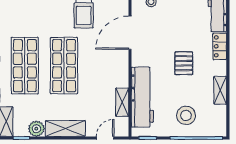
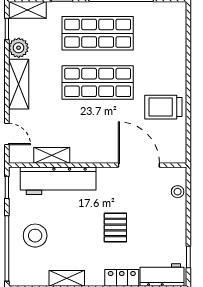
pallet: (184, 63) -> (115, 227), moved, turned 90

